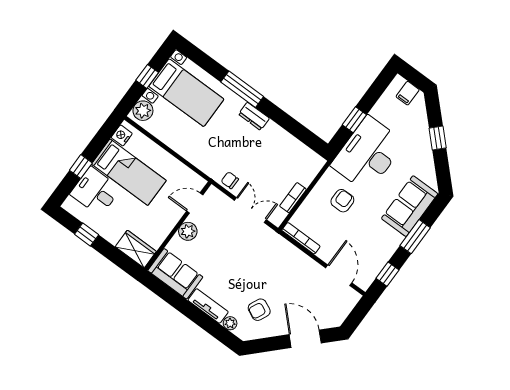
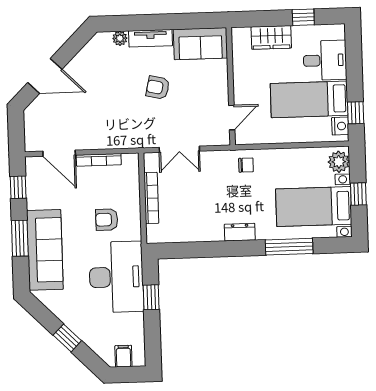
window: (242, 89) -> (289, 247), moved
window: (81, 167) -> (356, 113), moved
chair: (230, 180) -> (246, 165), moved
bookcase: (293, 198) -> (151, 198), width x1.56
armchair: (342, 201) -> (107, 220), turned 90
sofa: (410, 206) -> (45, 250), width x1.36
plant: (188, 231) -> (218, 89), removed
bookcase: (301, 238) -> (99, 160), moved
wardrobe: (136, 249) -> (271, 37), moved
armchair: (259, 310) -> (158, 88), moved, turned -102

